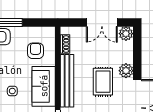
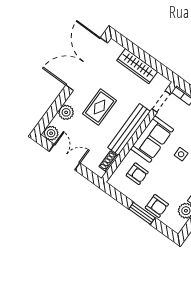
armchair: (35, 51) -> (137, 174), turned -90
plant: (126, 71) -> (66, 112), moved

